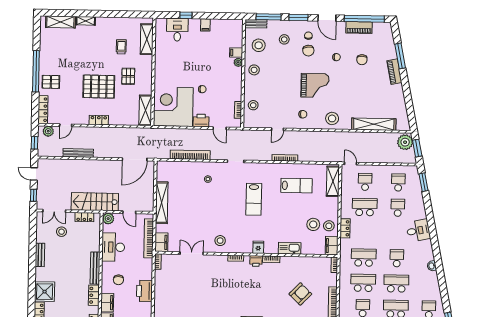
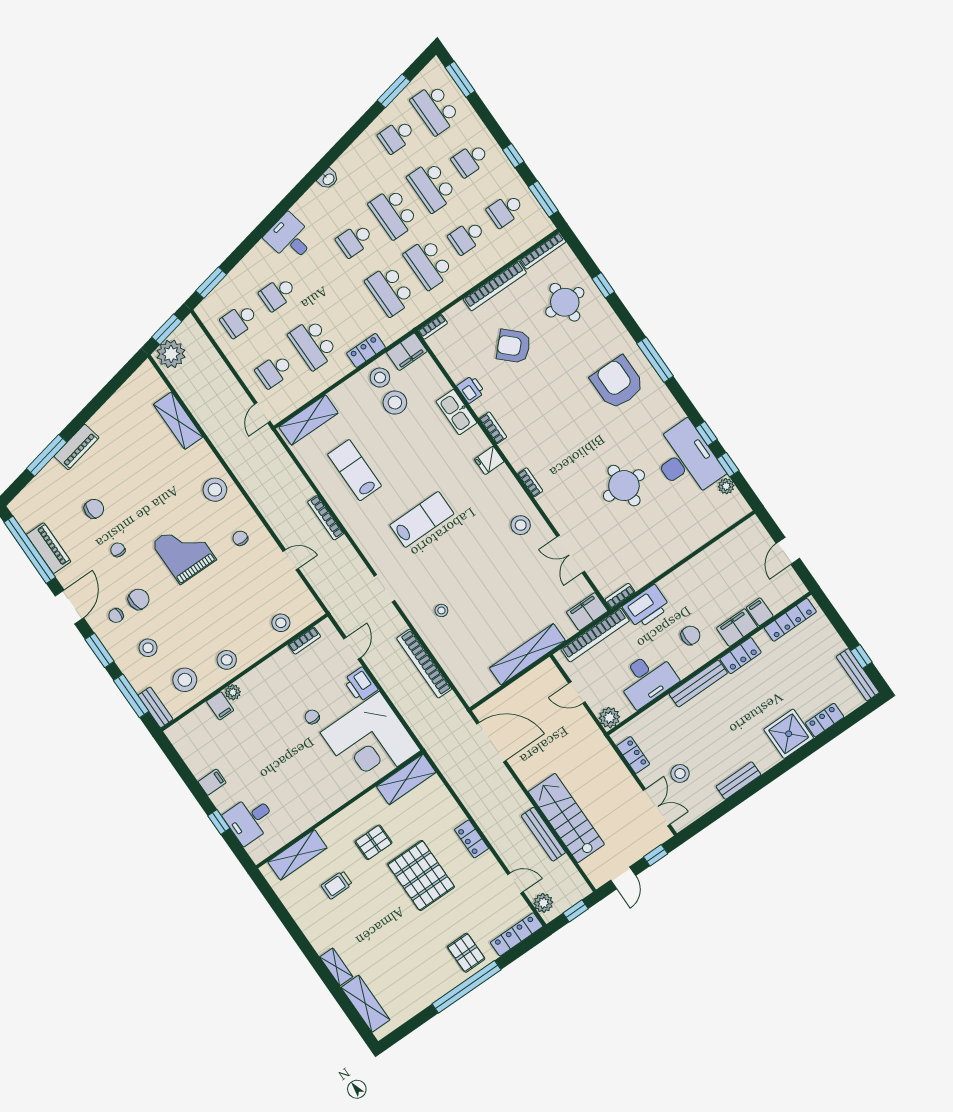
shelving: (374, 124) -> (178, 421), width x0.68
stairs: (95, 202) -> (566, 818), moved, turned 180
door: (129, 212) -> (577, 693), swing flipped
printer: (256, 261) -> (471, 389), moved
printer: (144, 291) -> (646, 607), moved
round table: (205, 298) -> (624, 486), added

